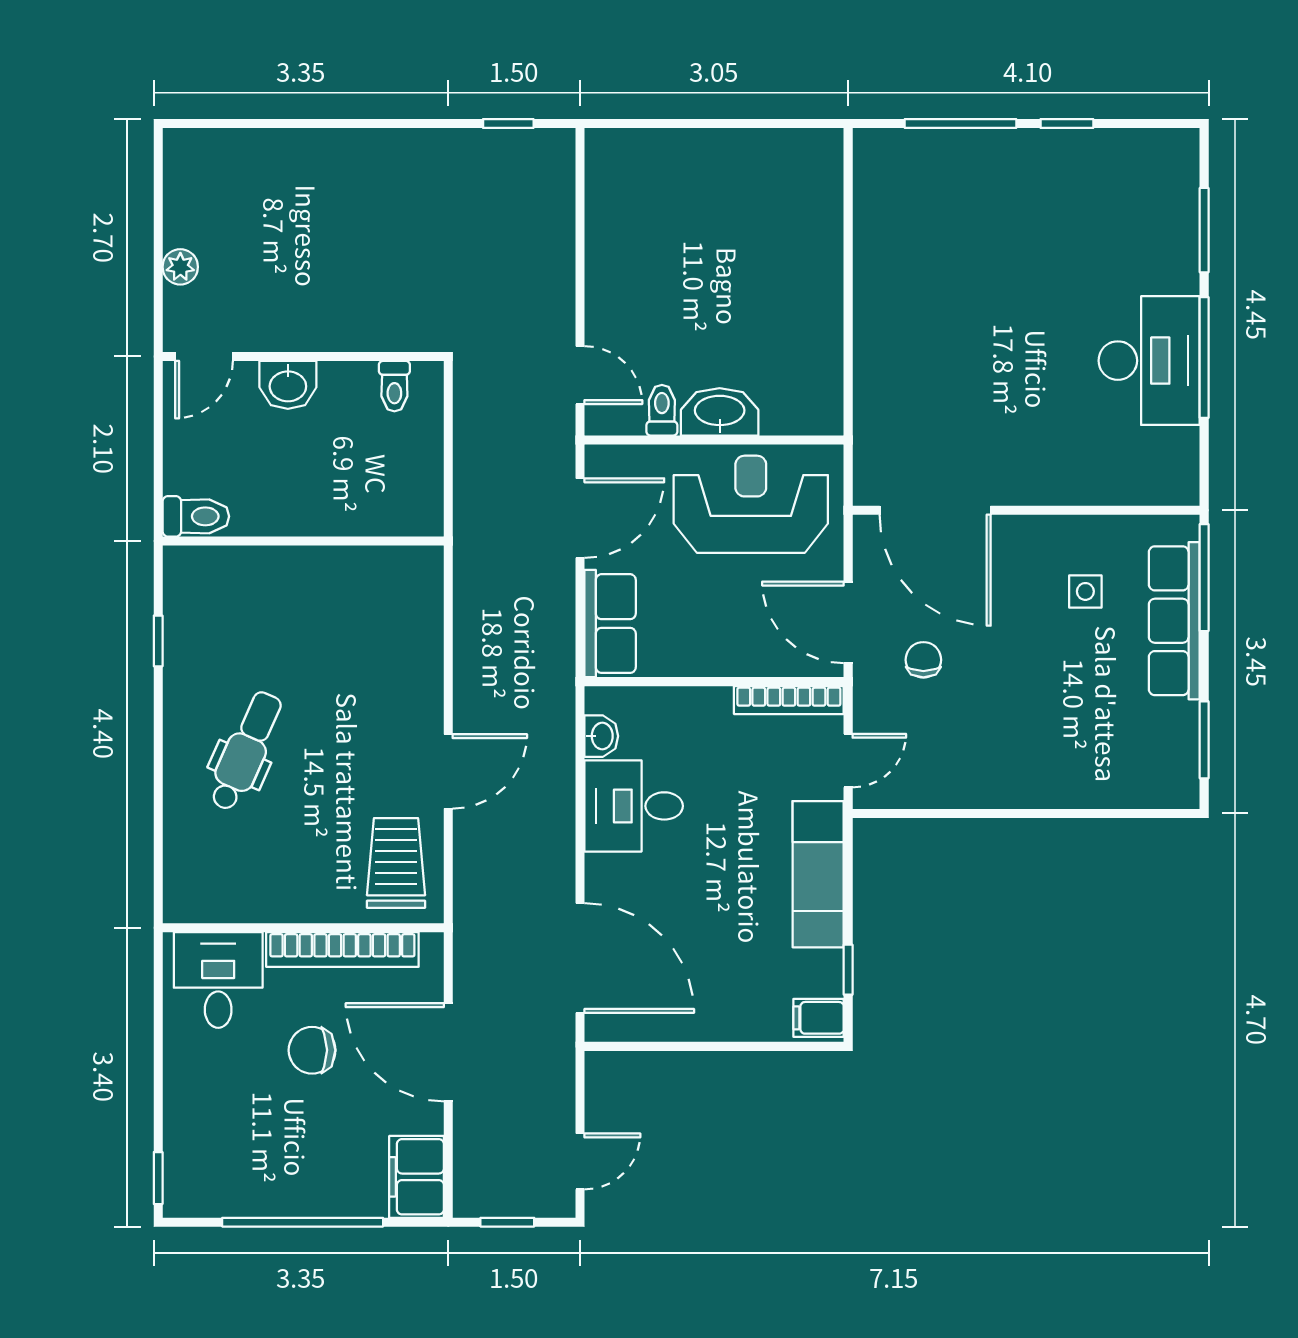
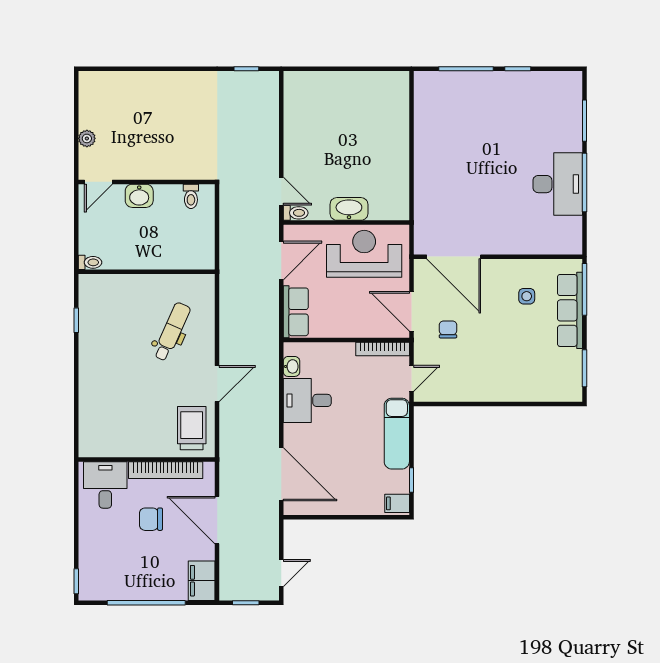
toilet: (662, 410) -> (296, 213), moved, turned 90
toilet: (196, 516) -> (90, 262), width x0.73, depth x0.72
dental chair: (246, 751) -> (172, 332), moved

